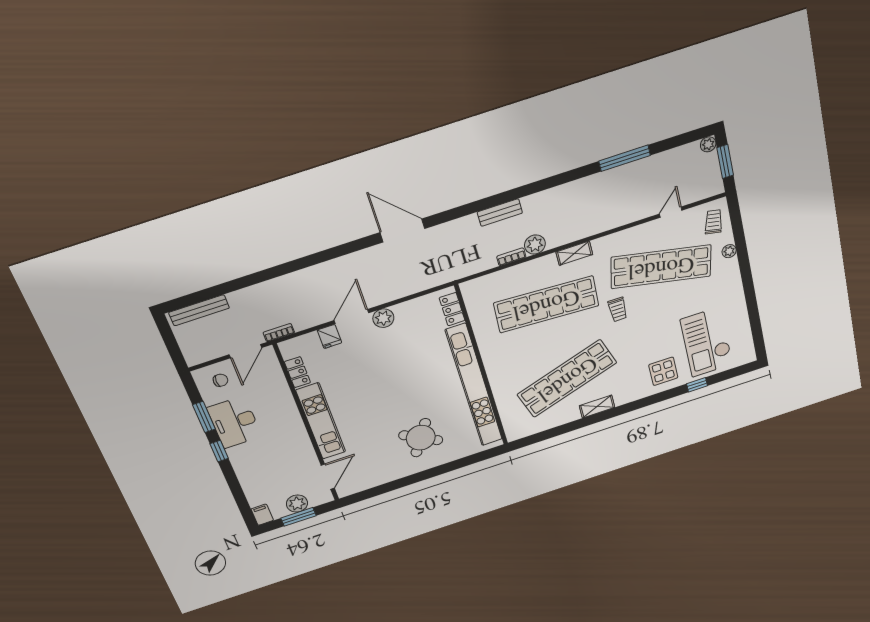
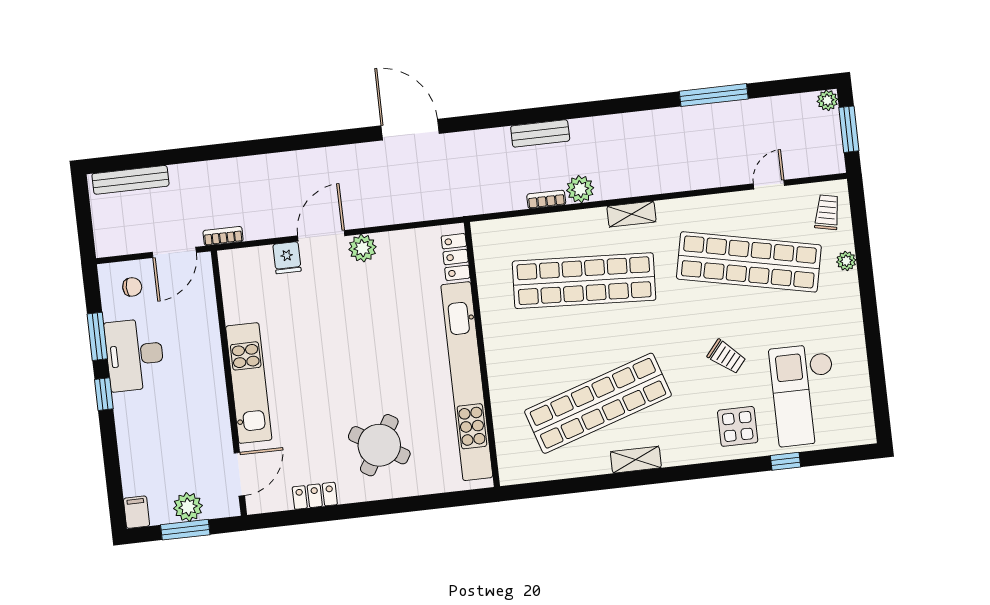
trolley: (618, 309) -> (726, 357), moved, turned -50
locker: (297, 372) -> (315, 496), moved, turned -90

